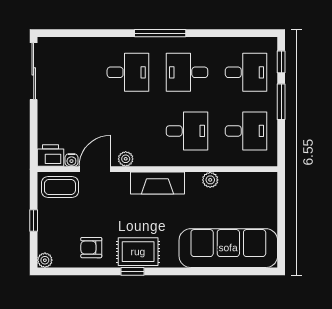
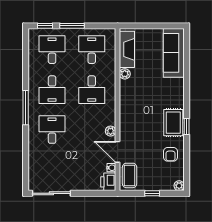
desk: (187, 131) -> (92, 90), turned 180
fireplace: (157, 183) -> (127, 49), moved
sofa: (228, 248) -> (174, 53), width x0.74, depth x0.79

